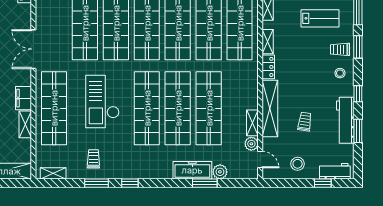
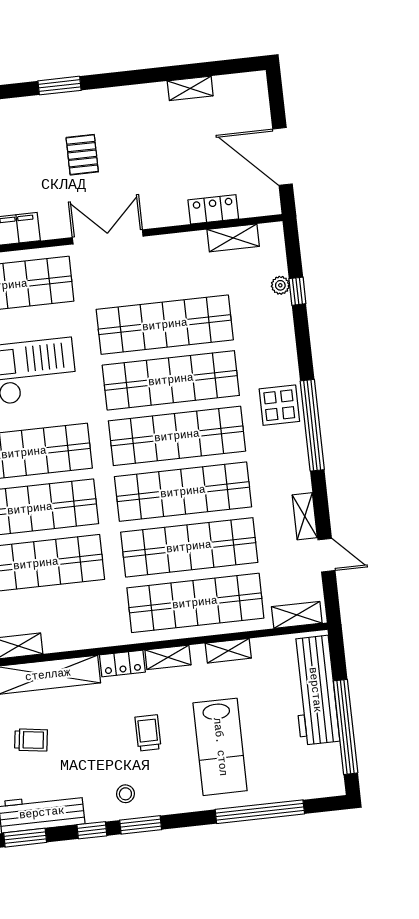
lab bench: (320, 18) -> (220, 747), width x1.36, depth x1.39
window: (358, 47) -> (141, 825), moved
trolley: (340, 49) -> (148, 733), moved

